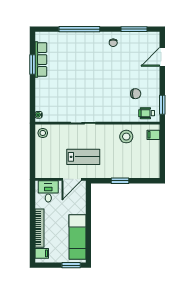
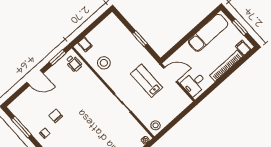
door: (162, 57) -> (35, 78), moved
chair: (136, 94) -> (56, 116), moved
window: (71, 265) -> (240, 27), moved

